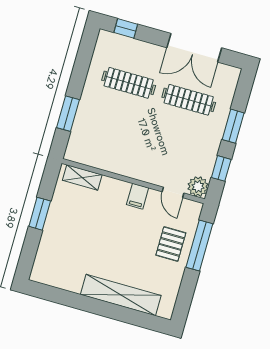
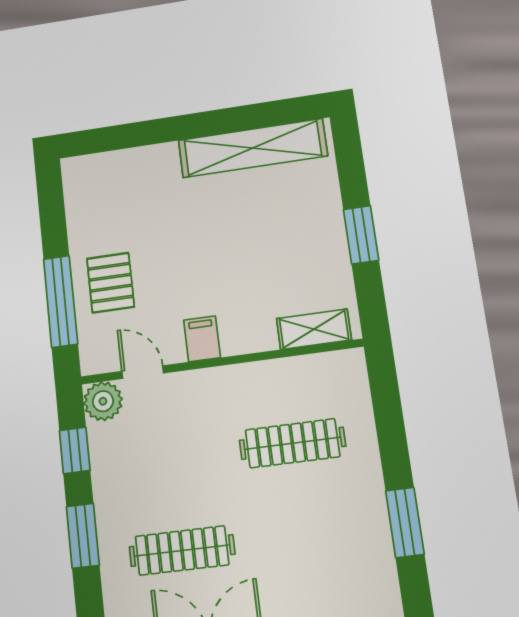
clothes rail: (129, 83) -> (292, 443), moved
window: (68, 114) -> (405, 522), moved
shelving: (121, 295) -> (253, 148), moved

